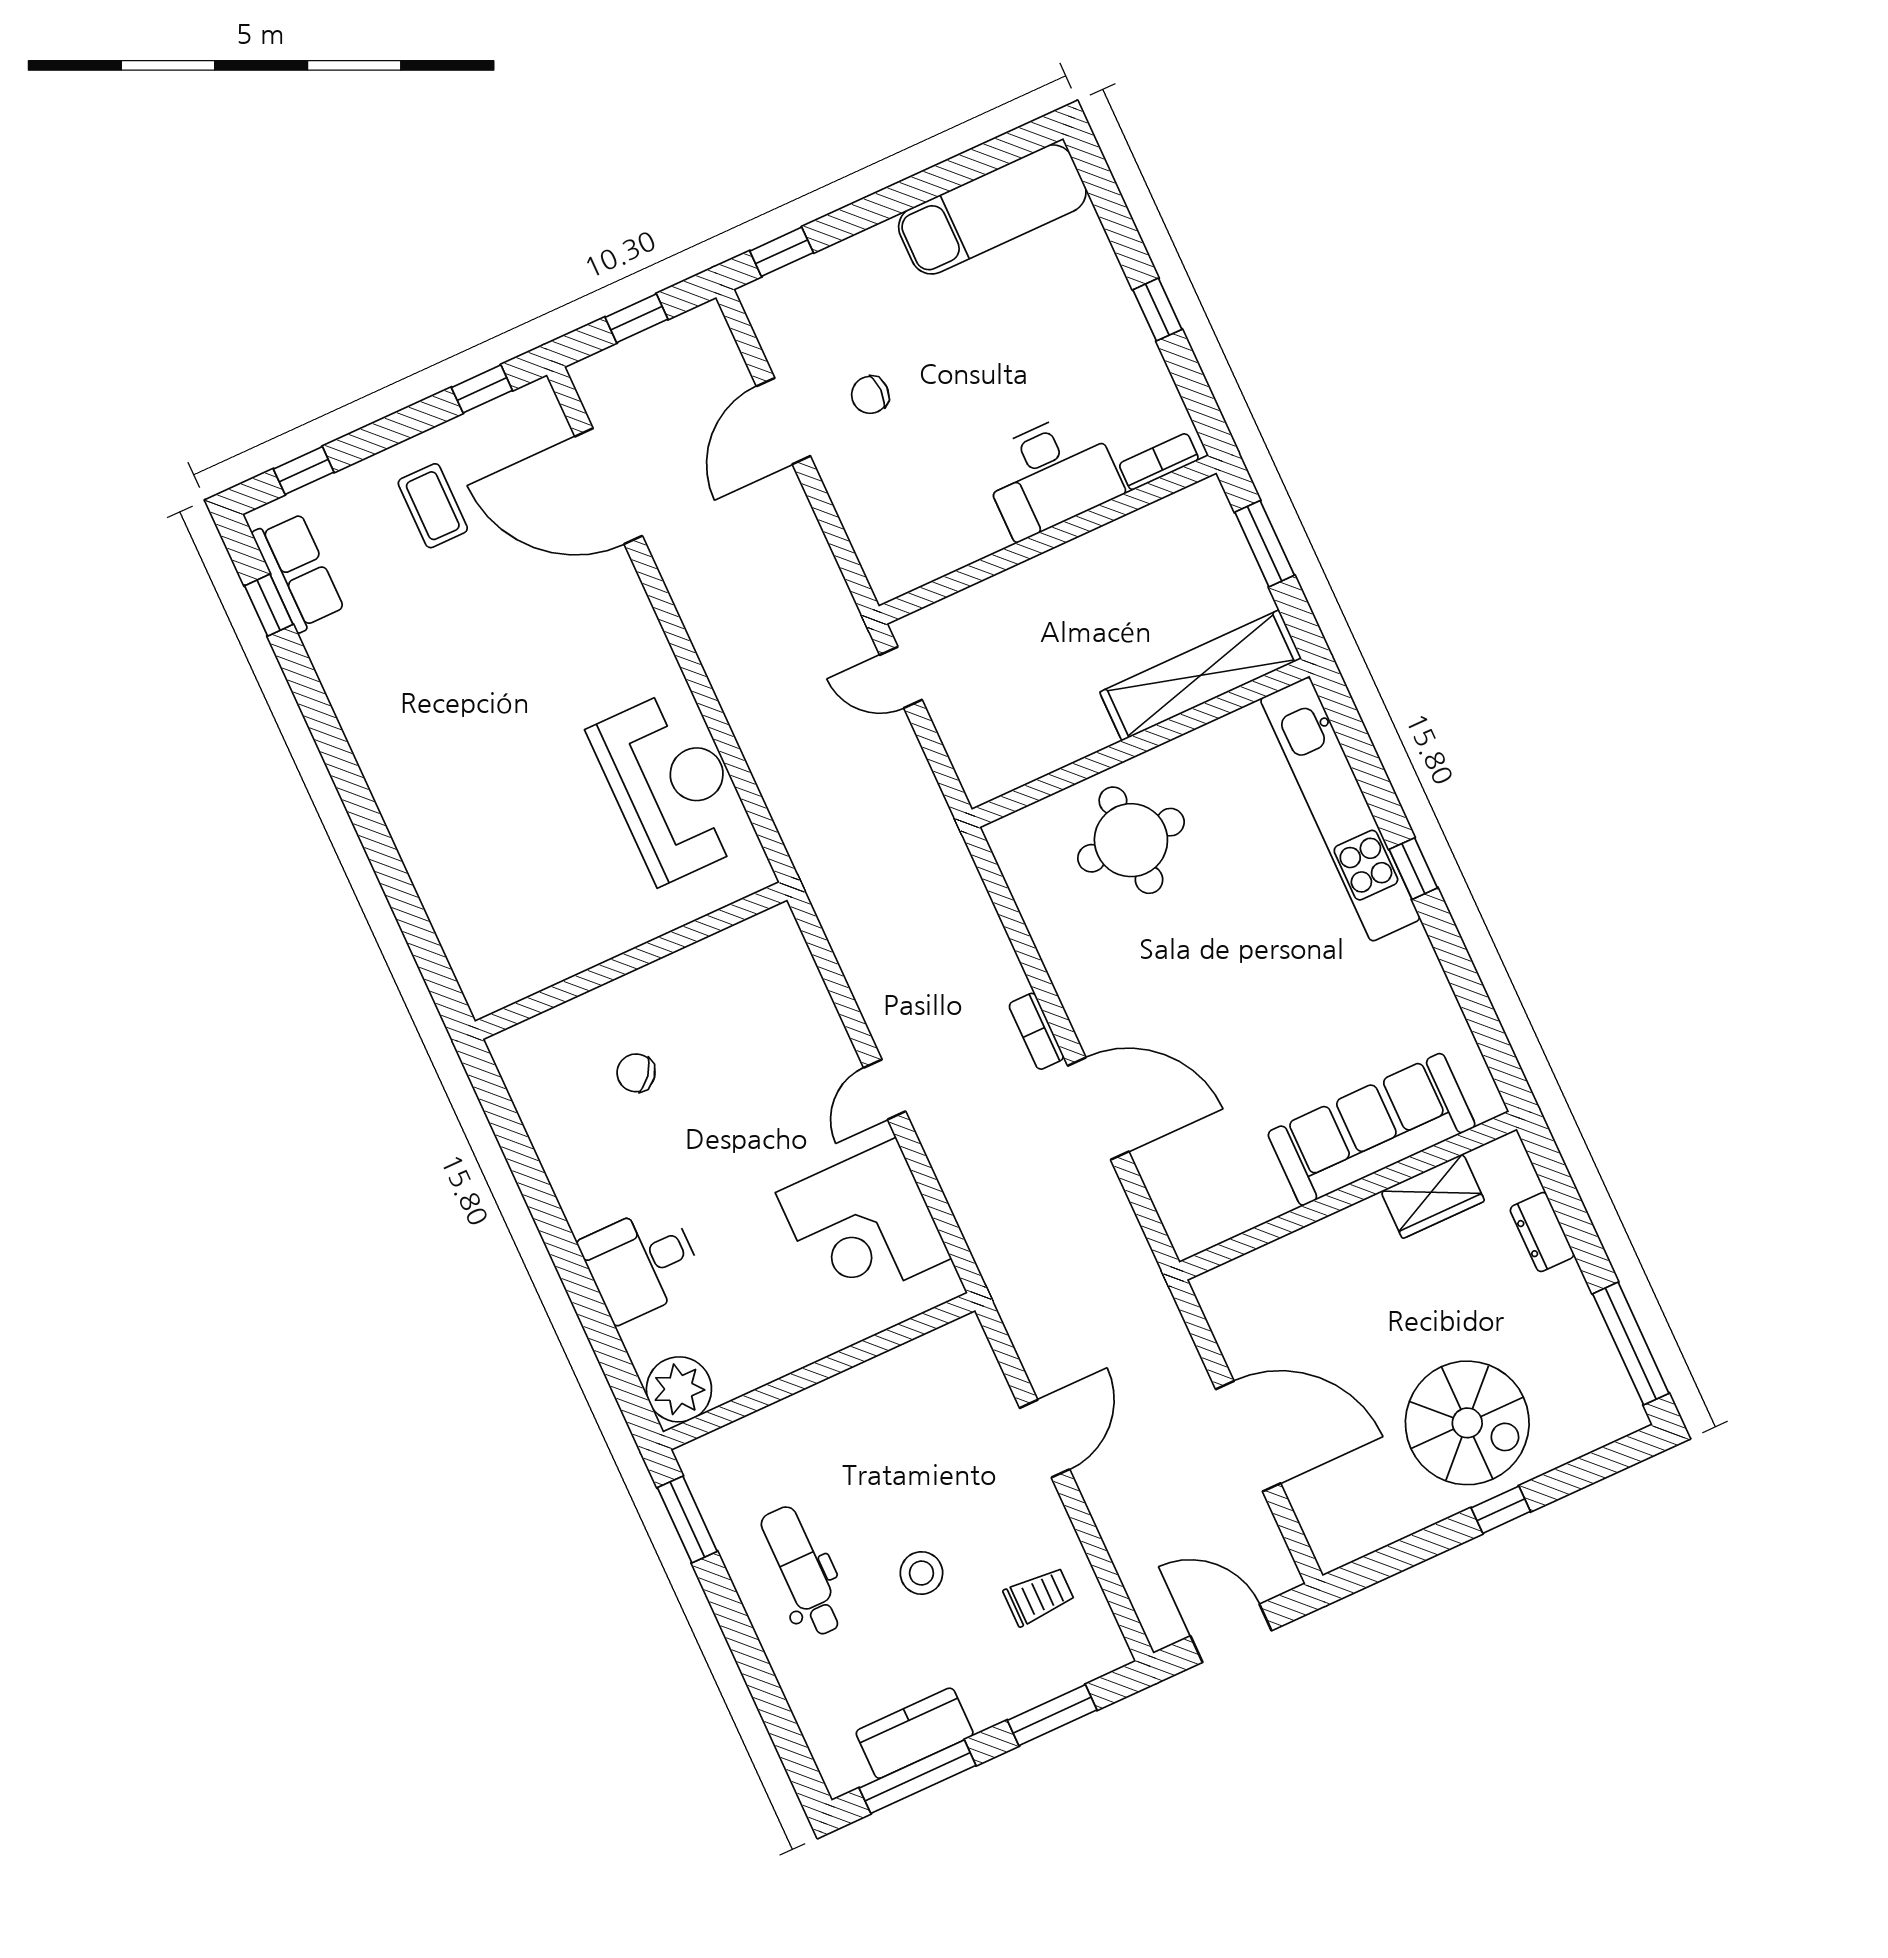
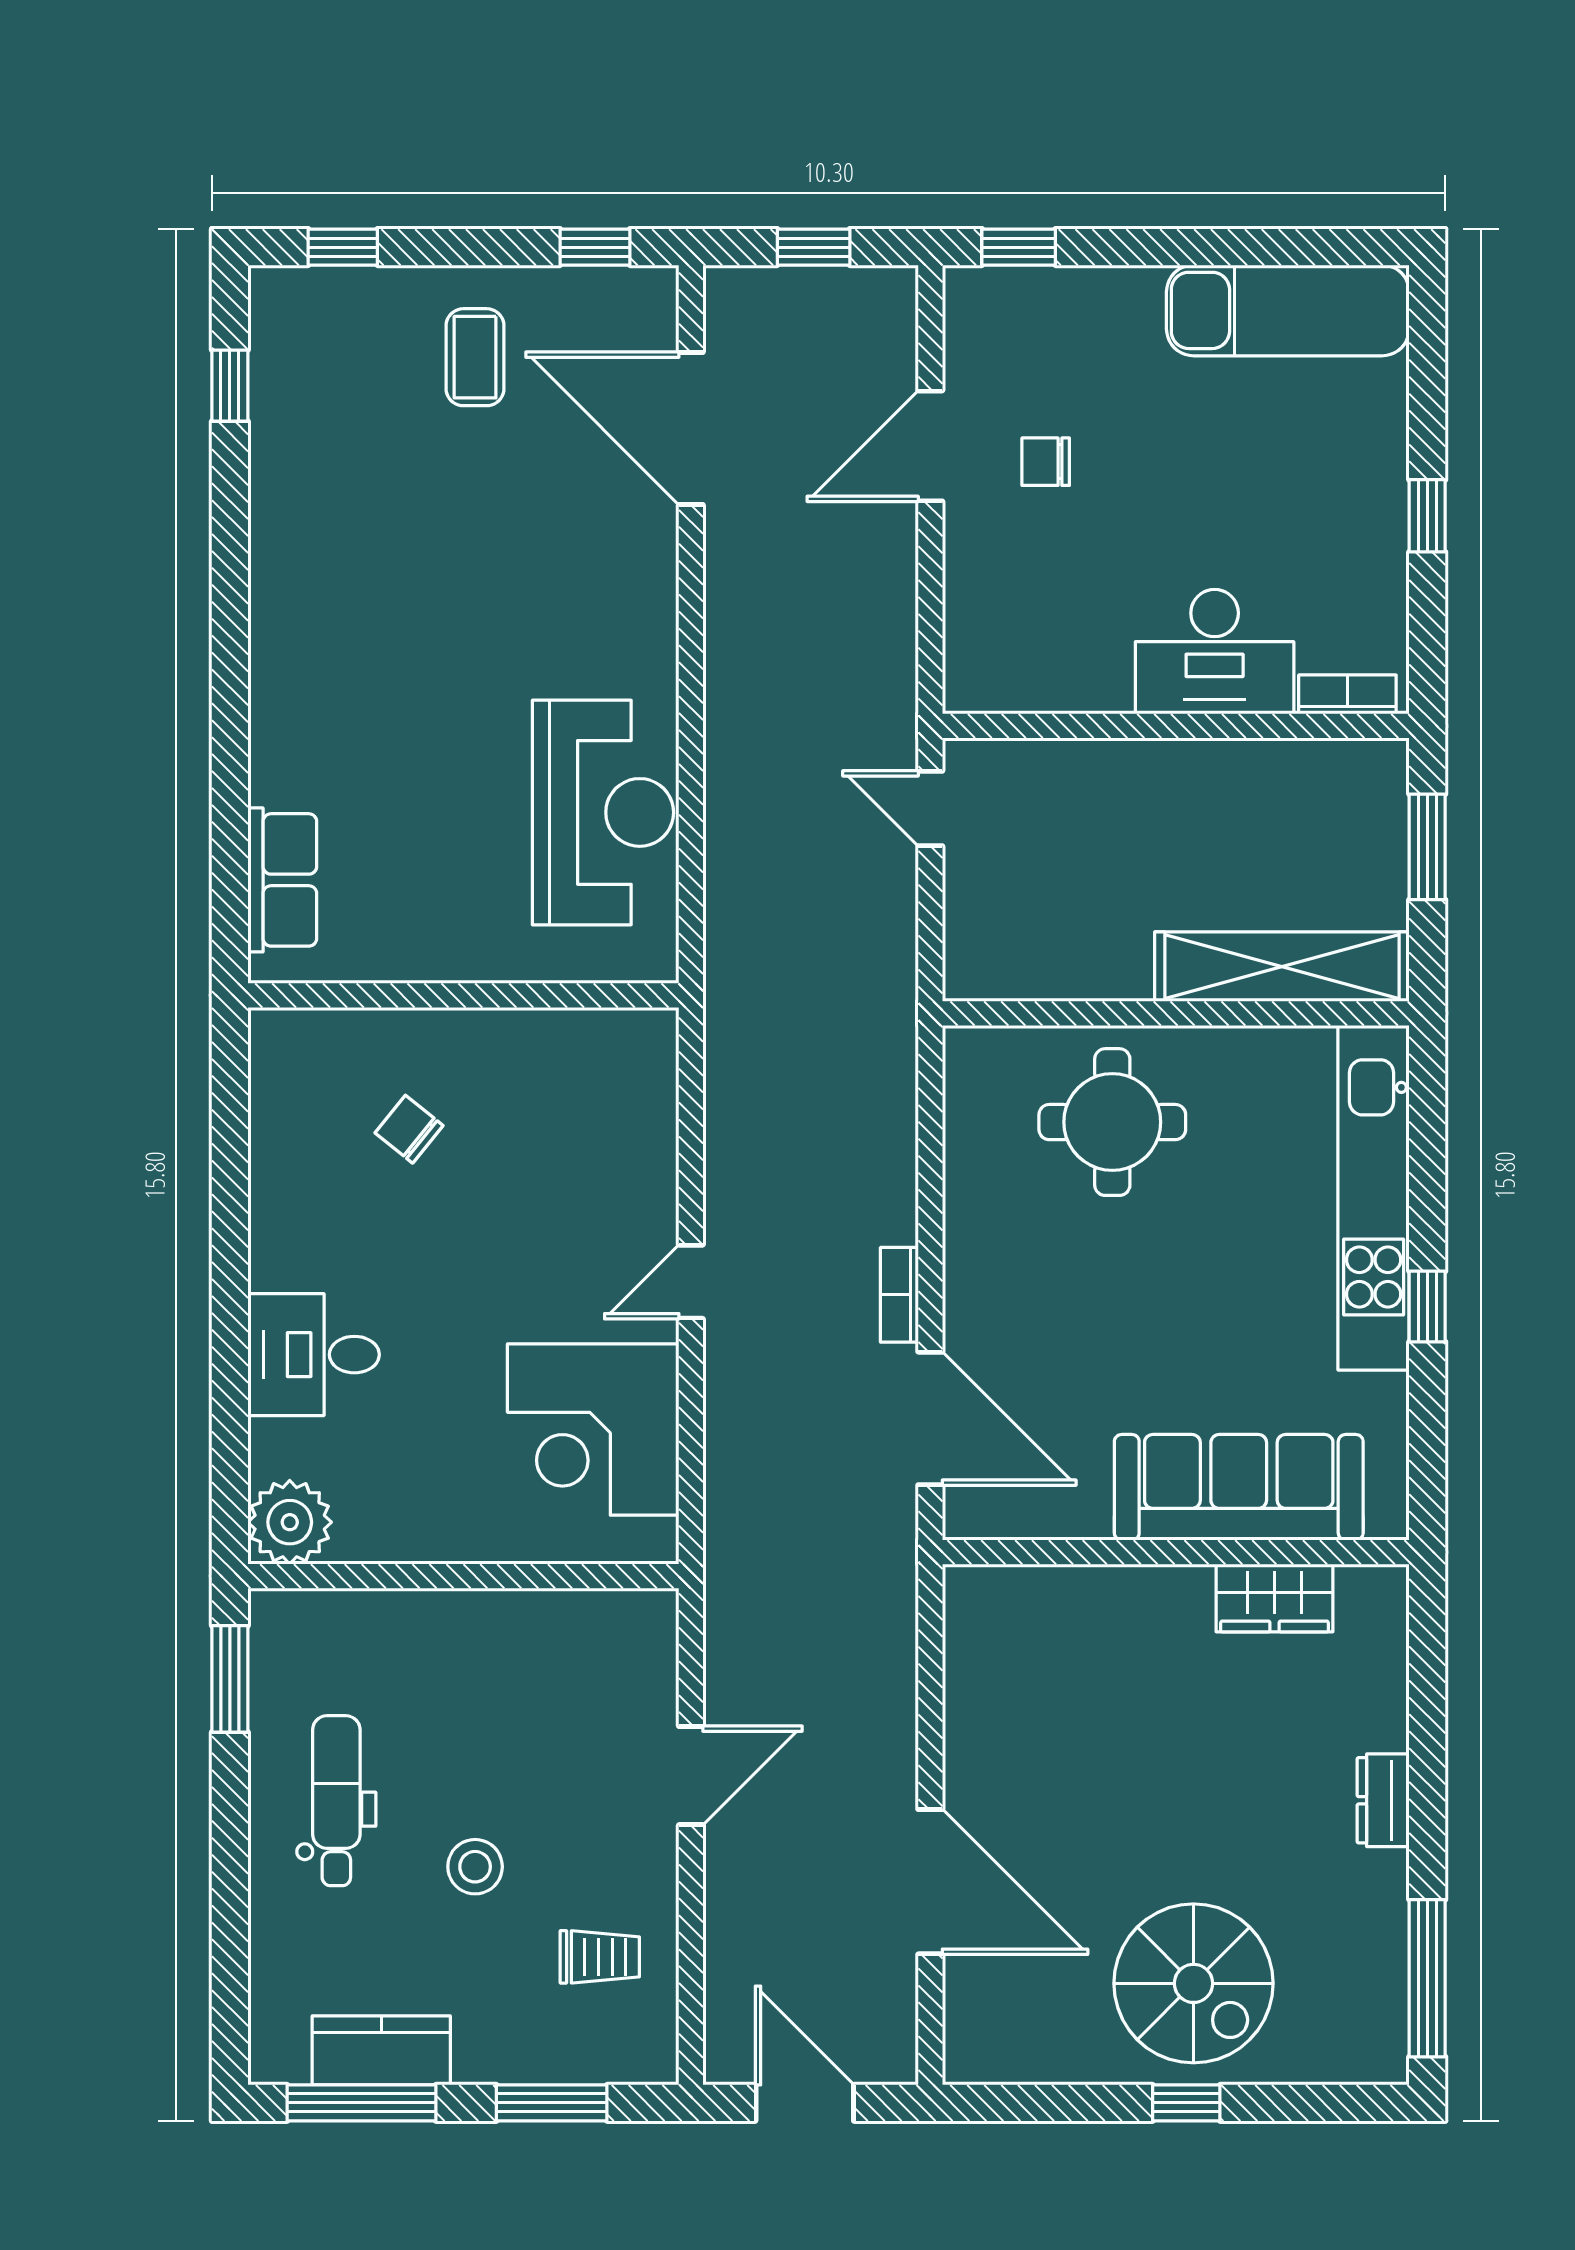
row of seats: (298, 572) -> (282, 880), moved
sofa: (1372, 1129) -> (1239, 1487), moved
wall: (1348, 1196) -> (1176, 1552), moved
wardrobe: (1433, 1196) -> (1275, 1598), moved

